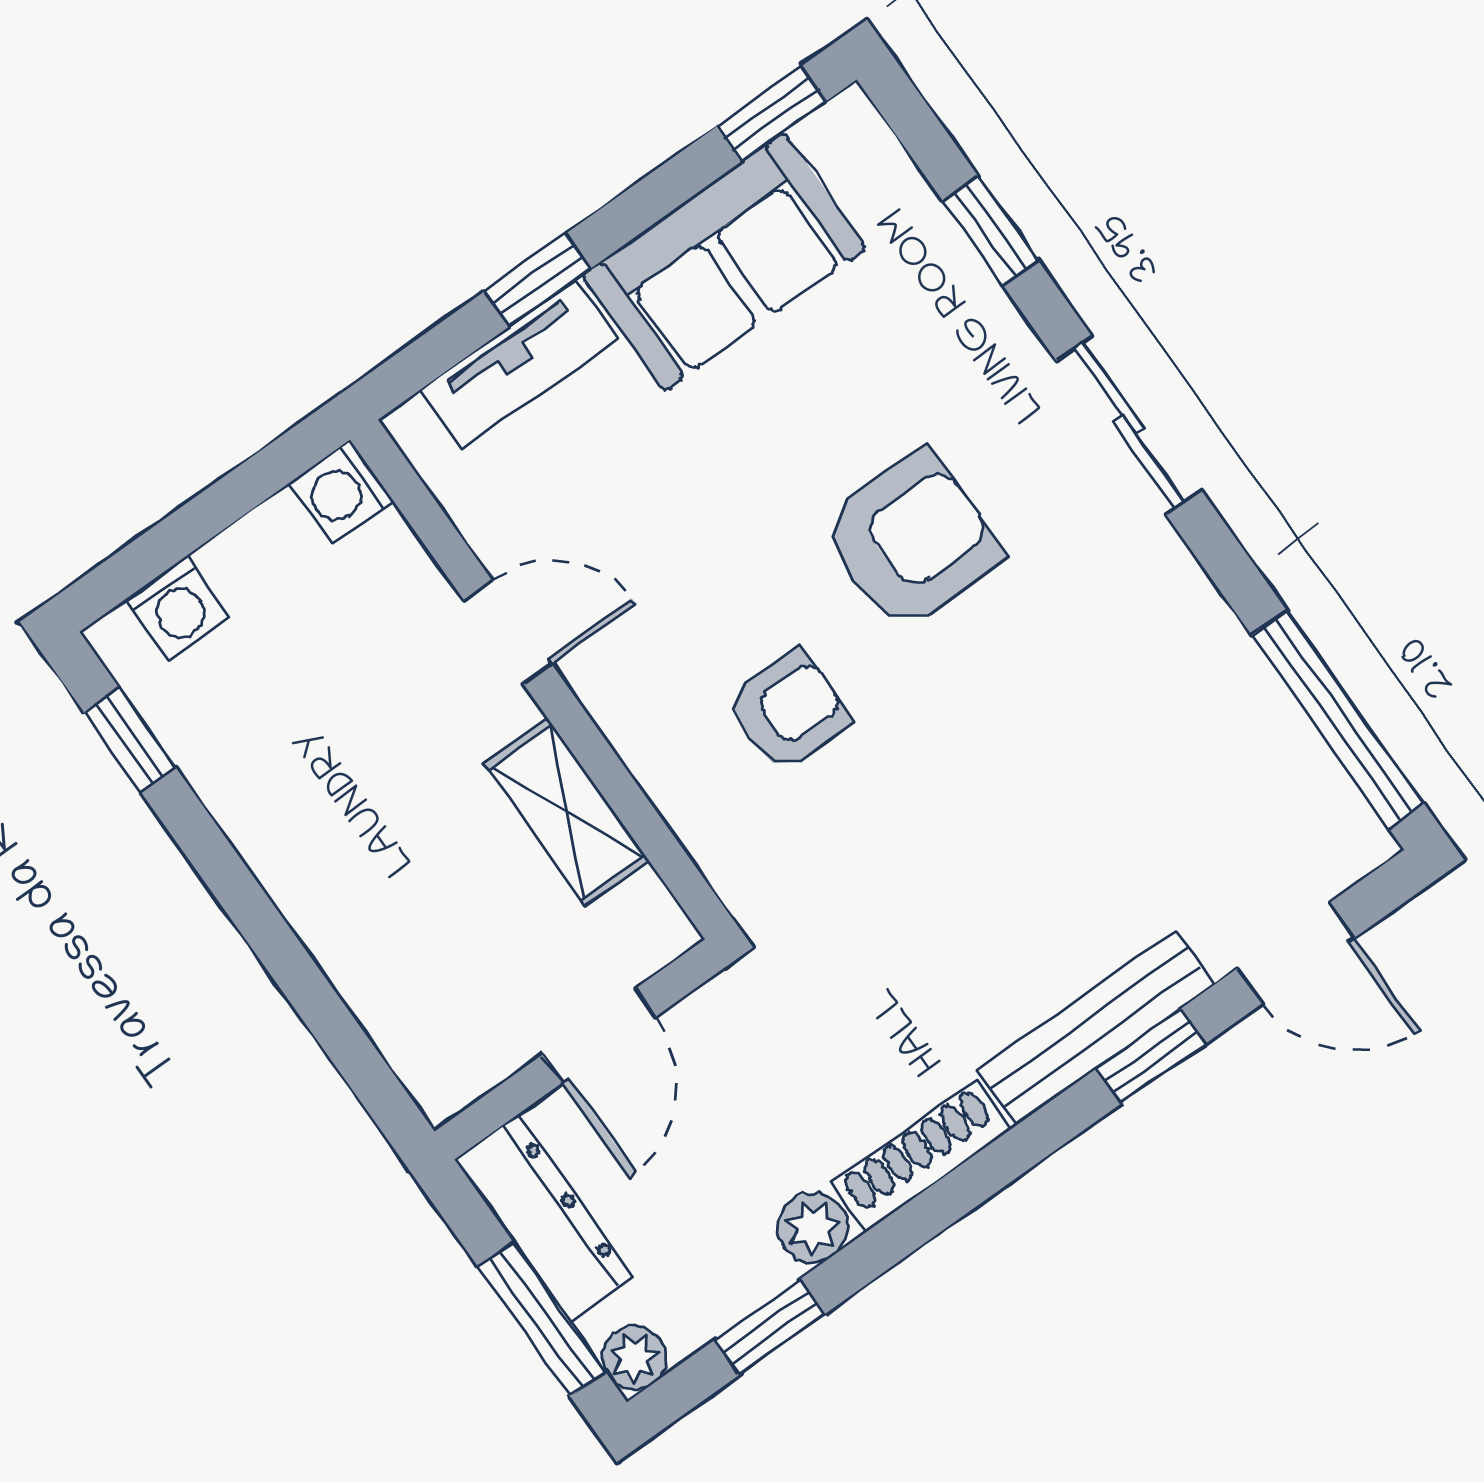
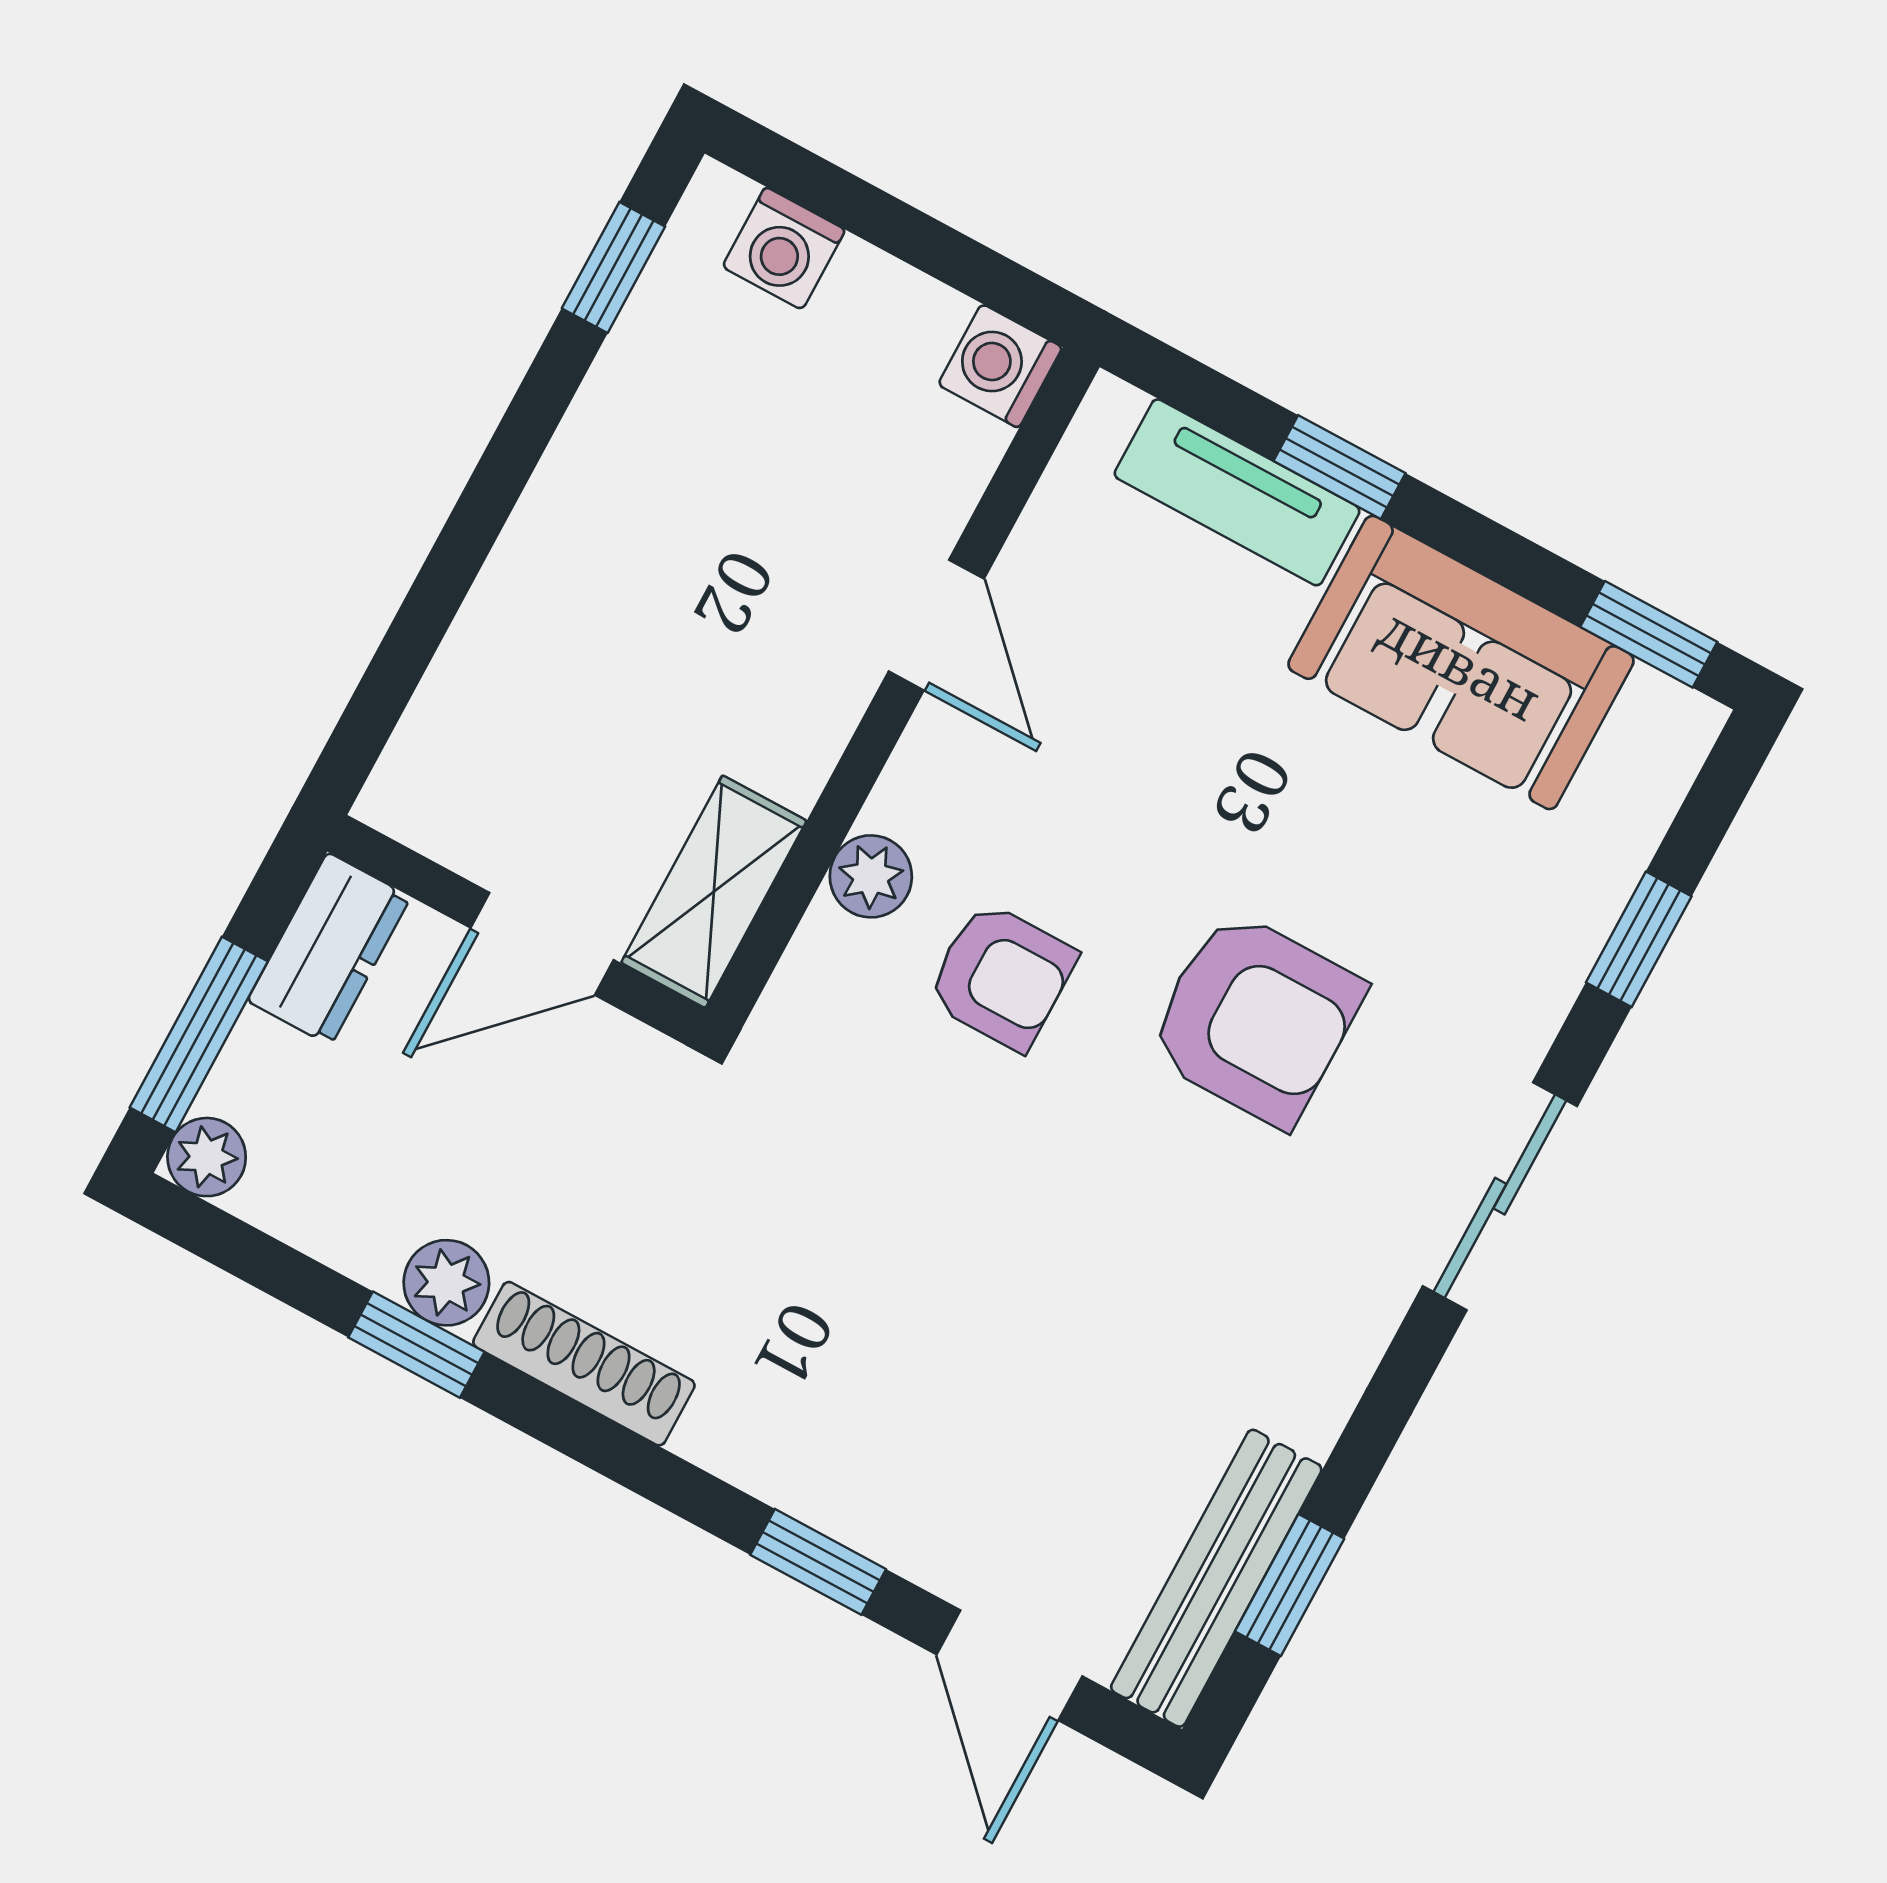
window: (1338, 719) -> (1290, 1585), width x0.46
plant: (668, 771) -> (871, 876), added
shelving: (567, 812) -> (714, 892), moved
bench: (1096, 1027) -> (1216, 1578), moved, turned 90
dresser: (544, 1218) -> (329, 949), width x0.70
window: (770, 1327) -> (416, 1345), moved

